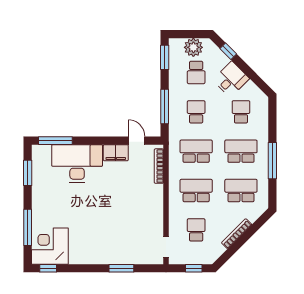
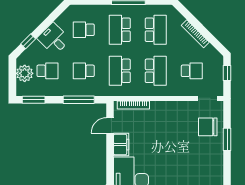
school desk: (196, 191) -> (156, 71), turned 180
school desk: (241, 191) -> (156, 30), turned 180
school desk: (196, 230) -> (192, 71), turned 180
chair: (135, 247) -> (208, 127), added

